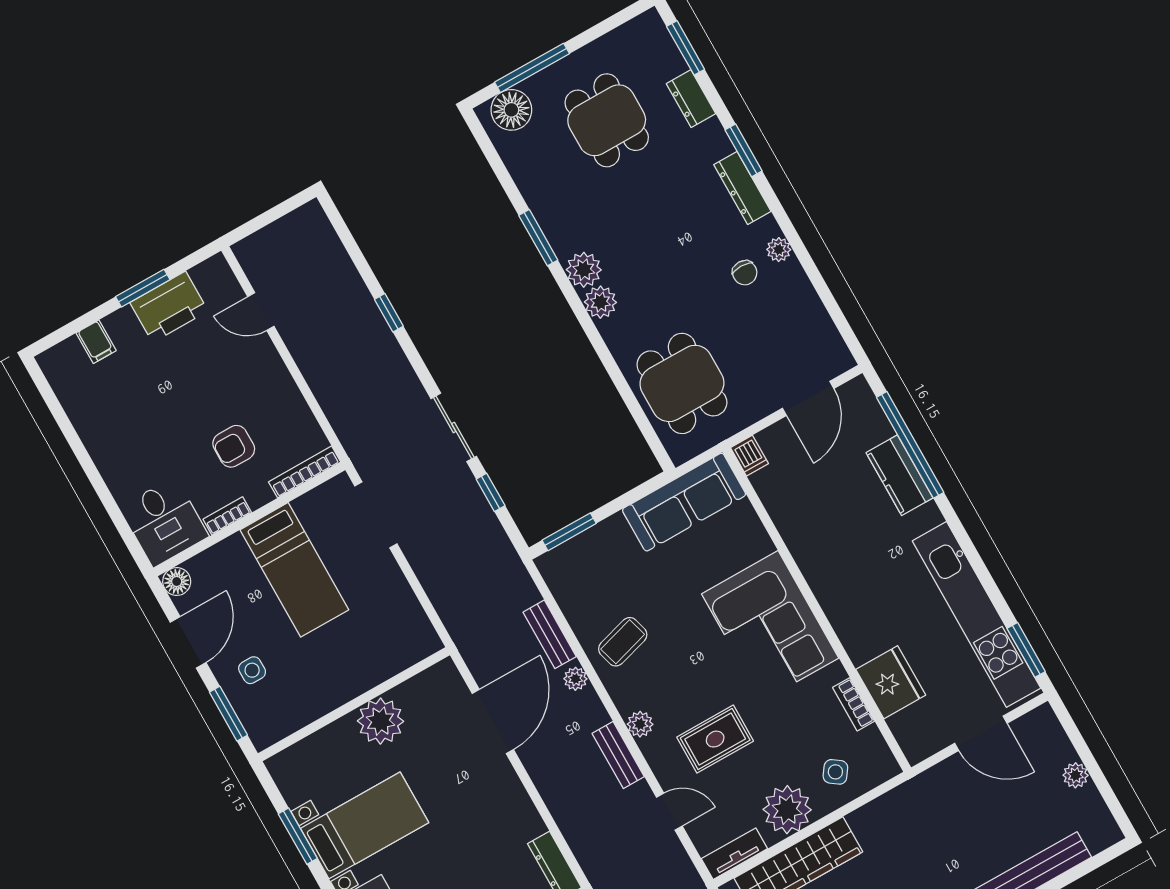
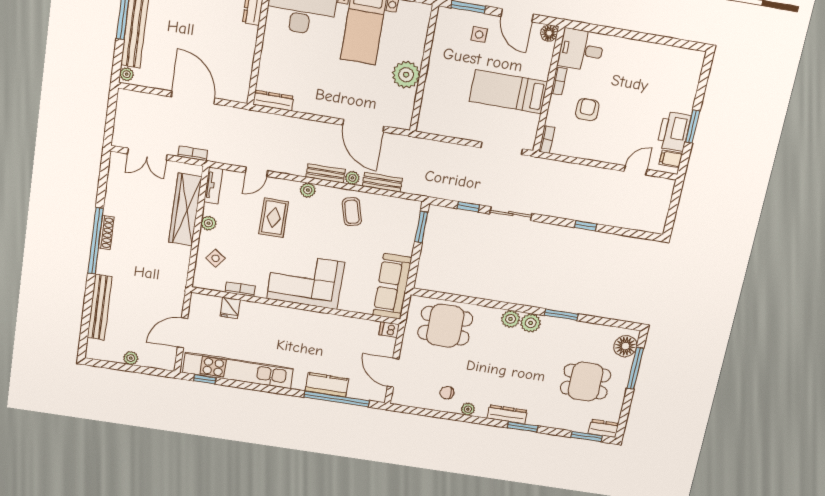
dresser: (691, 99) -> (603, 428), moved
chair: (745, 273) -> (447, 393), moved
filing cabinet: (96, 342) -> (671, 159), moved
bookcase: (305, 472) -> (547, 139), width x0.64
window: (1026, 650) -> (205, 379), width x0.67
fridge: (891, 682) -> (230, 308), width x0.53, depth x0.75
bench: (618, 755) -> (326, 173), moved
plant: (787, 810) -> (209, 223), width x0.53, depth x0.53

